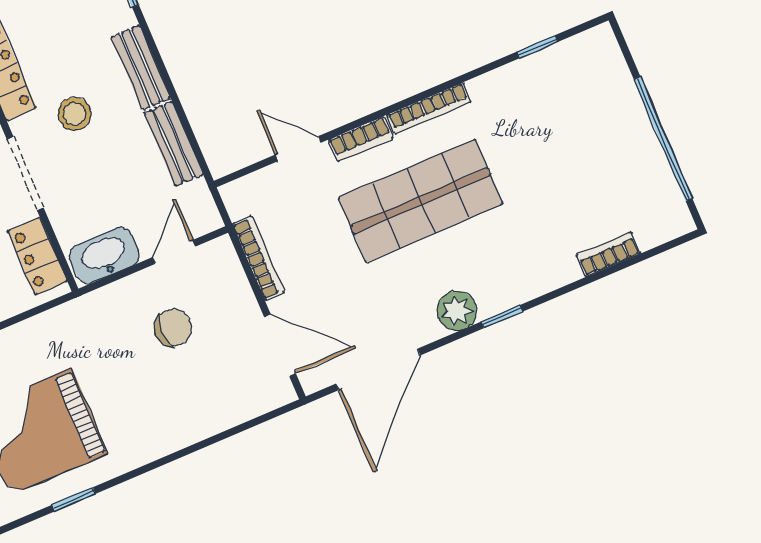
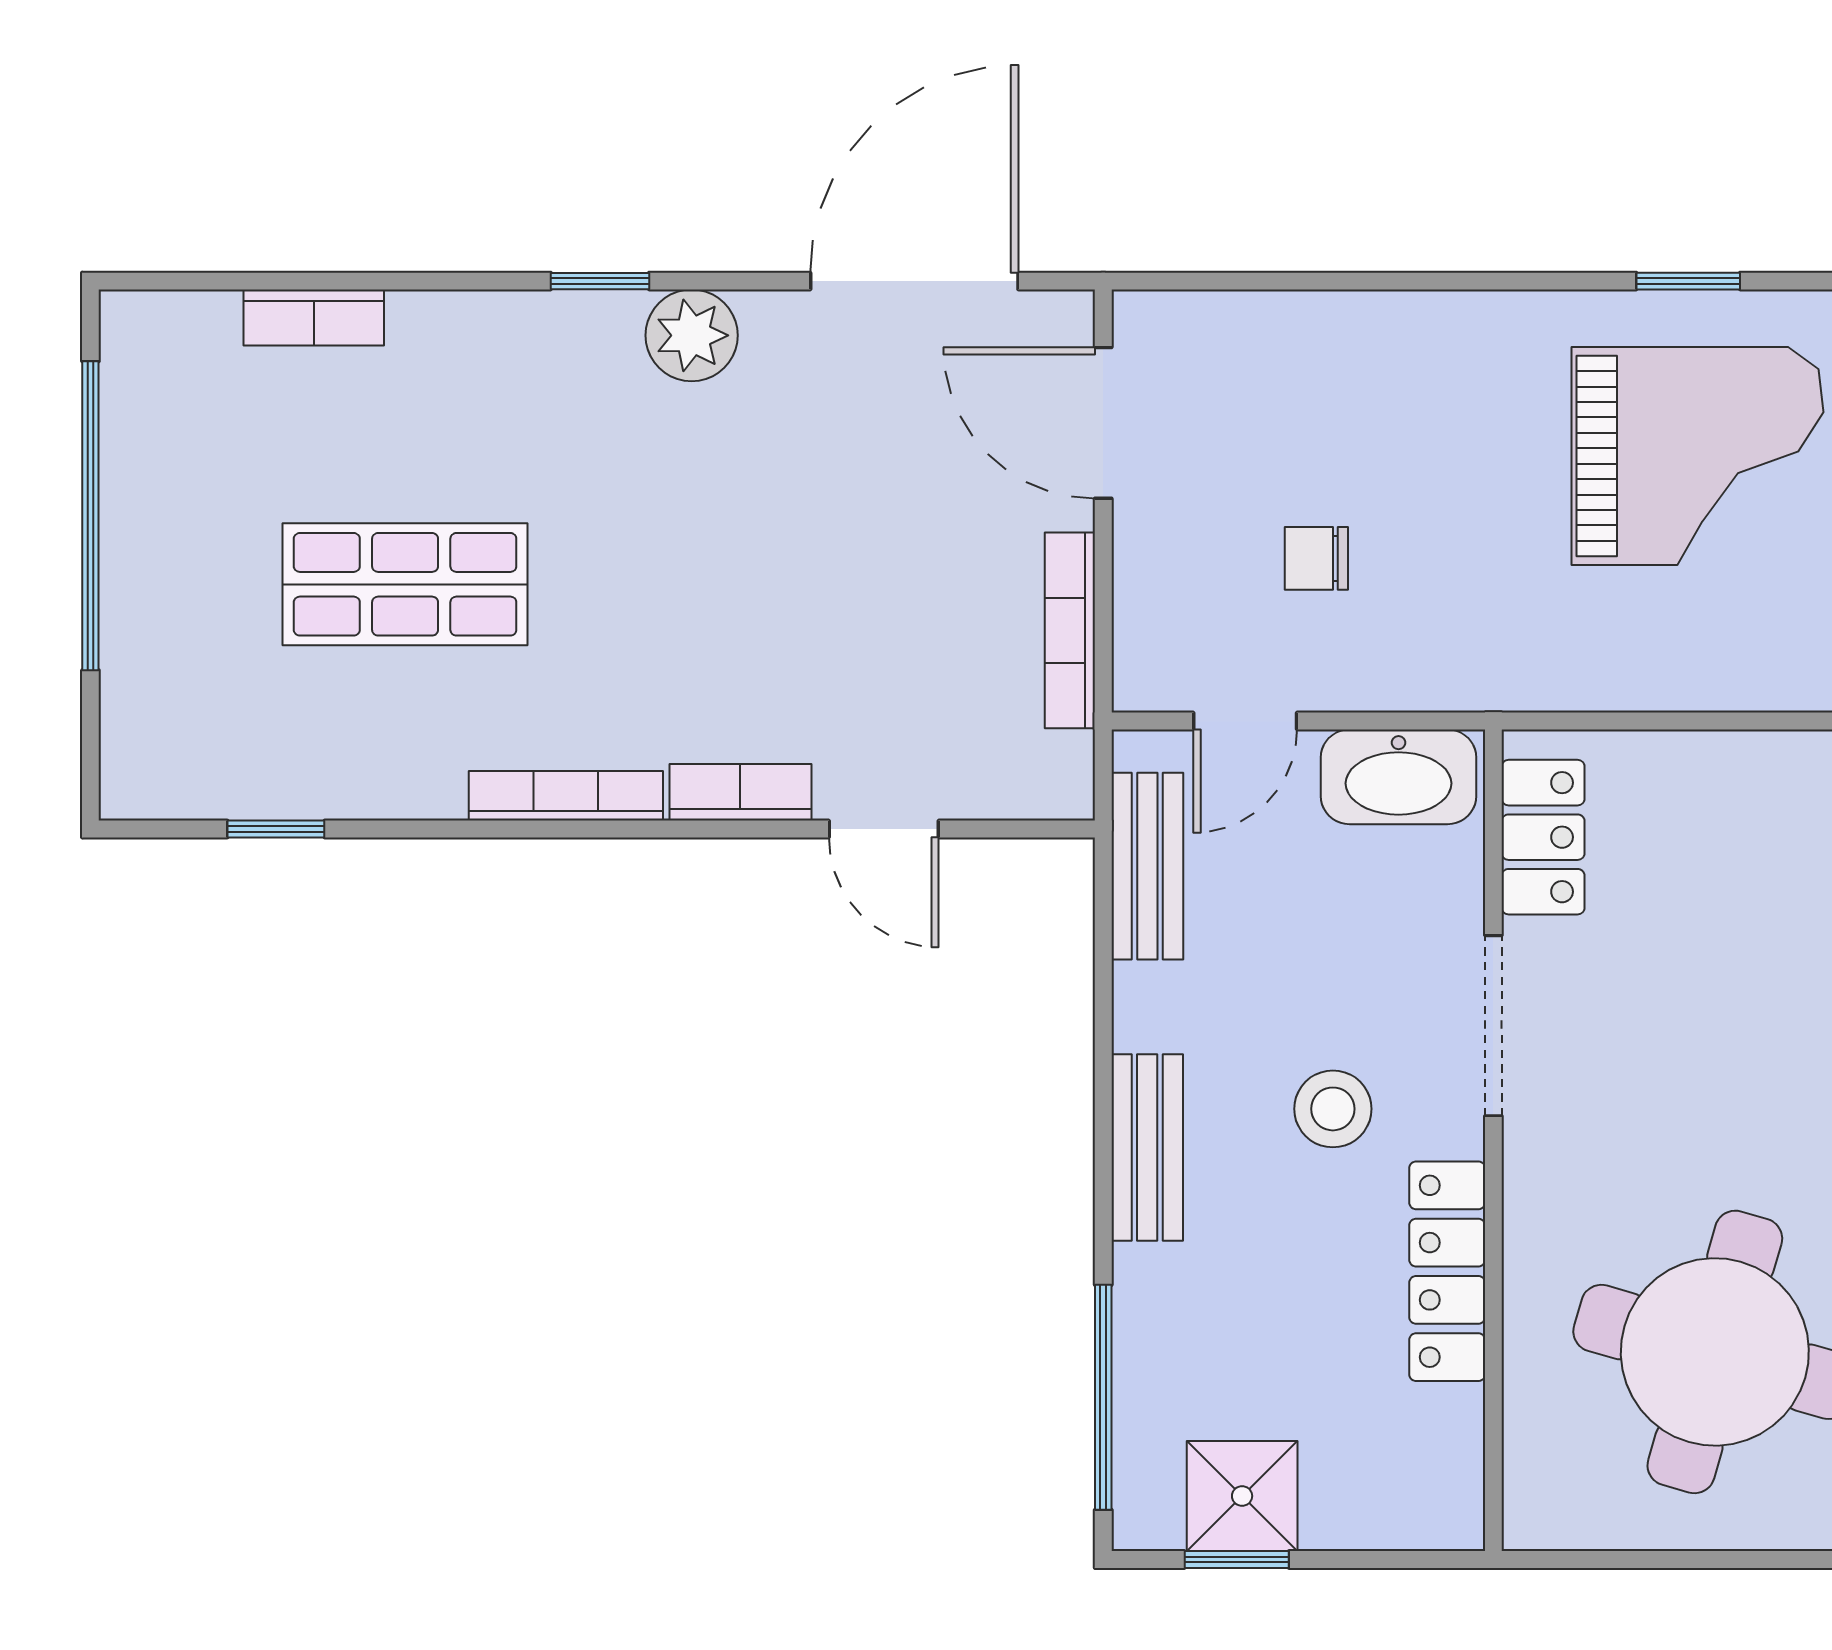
bench: (174, 144) -> (1147, 866), moved
shop shelf: (421, 201) -> (405, 584), moved, width x0.70, depth x0.74
chair: (173, 328) -> (1316, 558), width x0.73, depth x0.73

